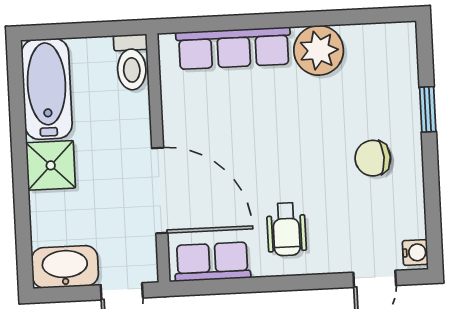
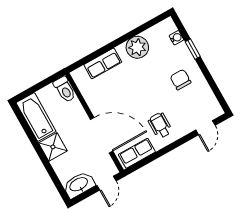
row of seats: (234, 48) -> (103, 63), width x0.68
chair: (373, 158) -> (181, 80), turned 92
wheelchair: (286, 229) -> (160, 125), turned 180
water cooler: (415, 252) -> (176, 38), moved

